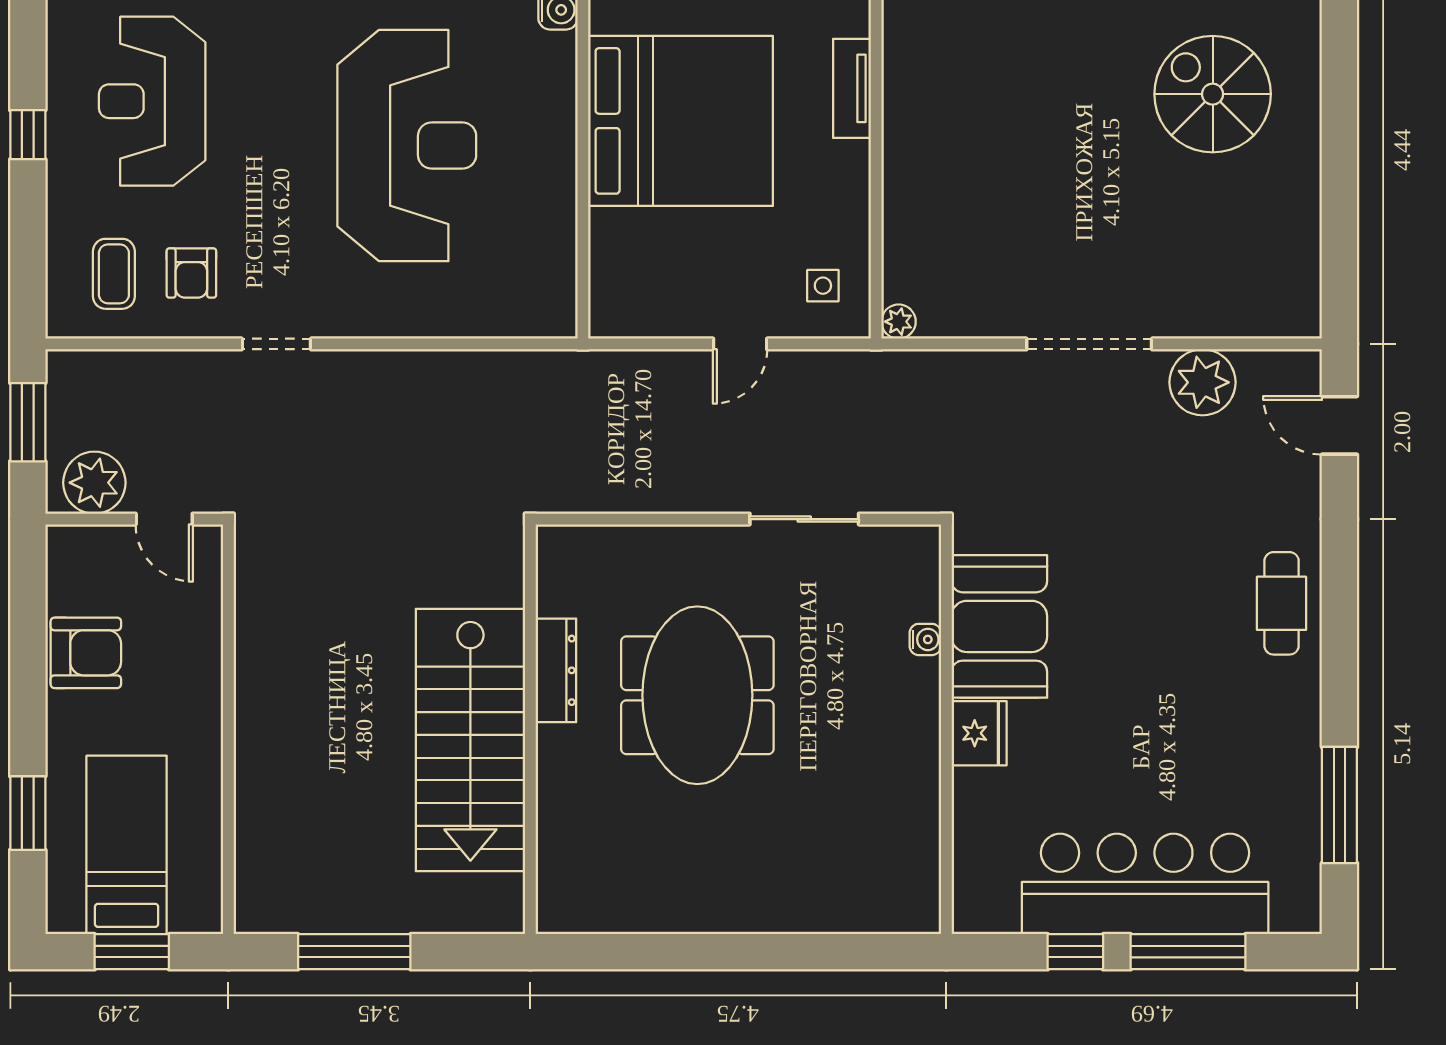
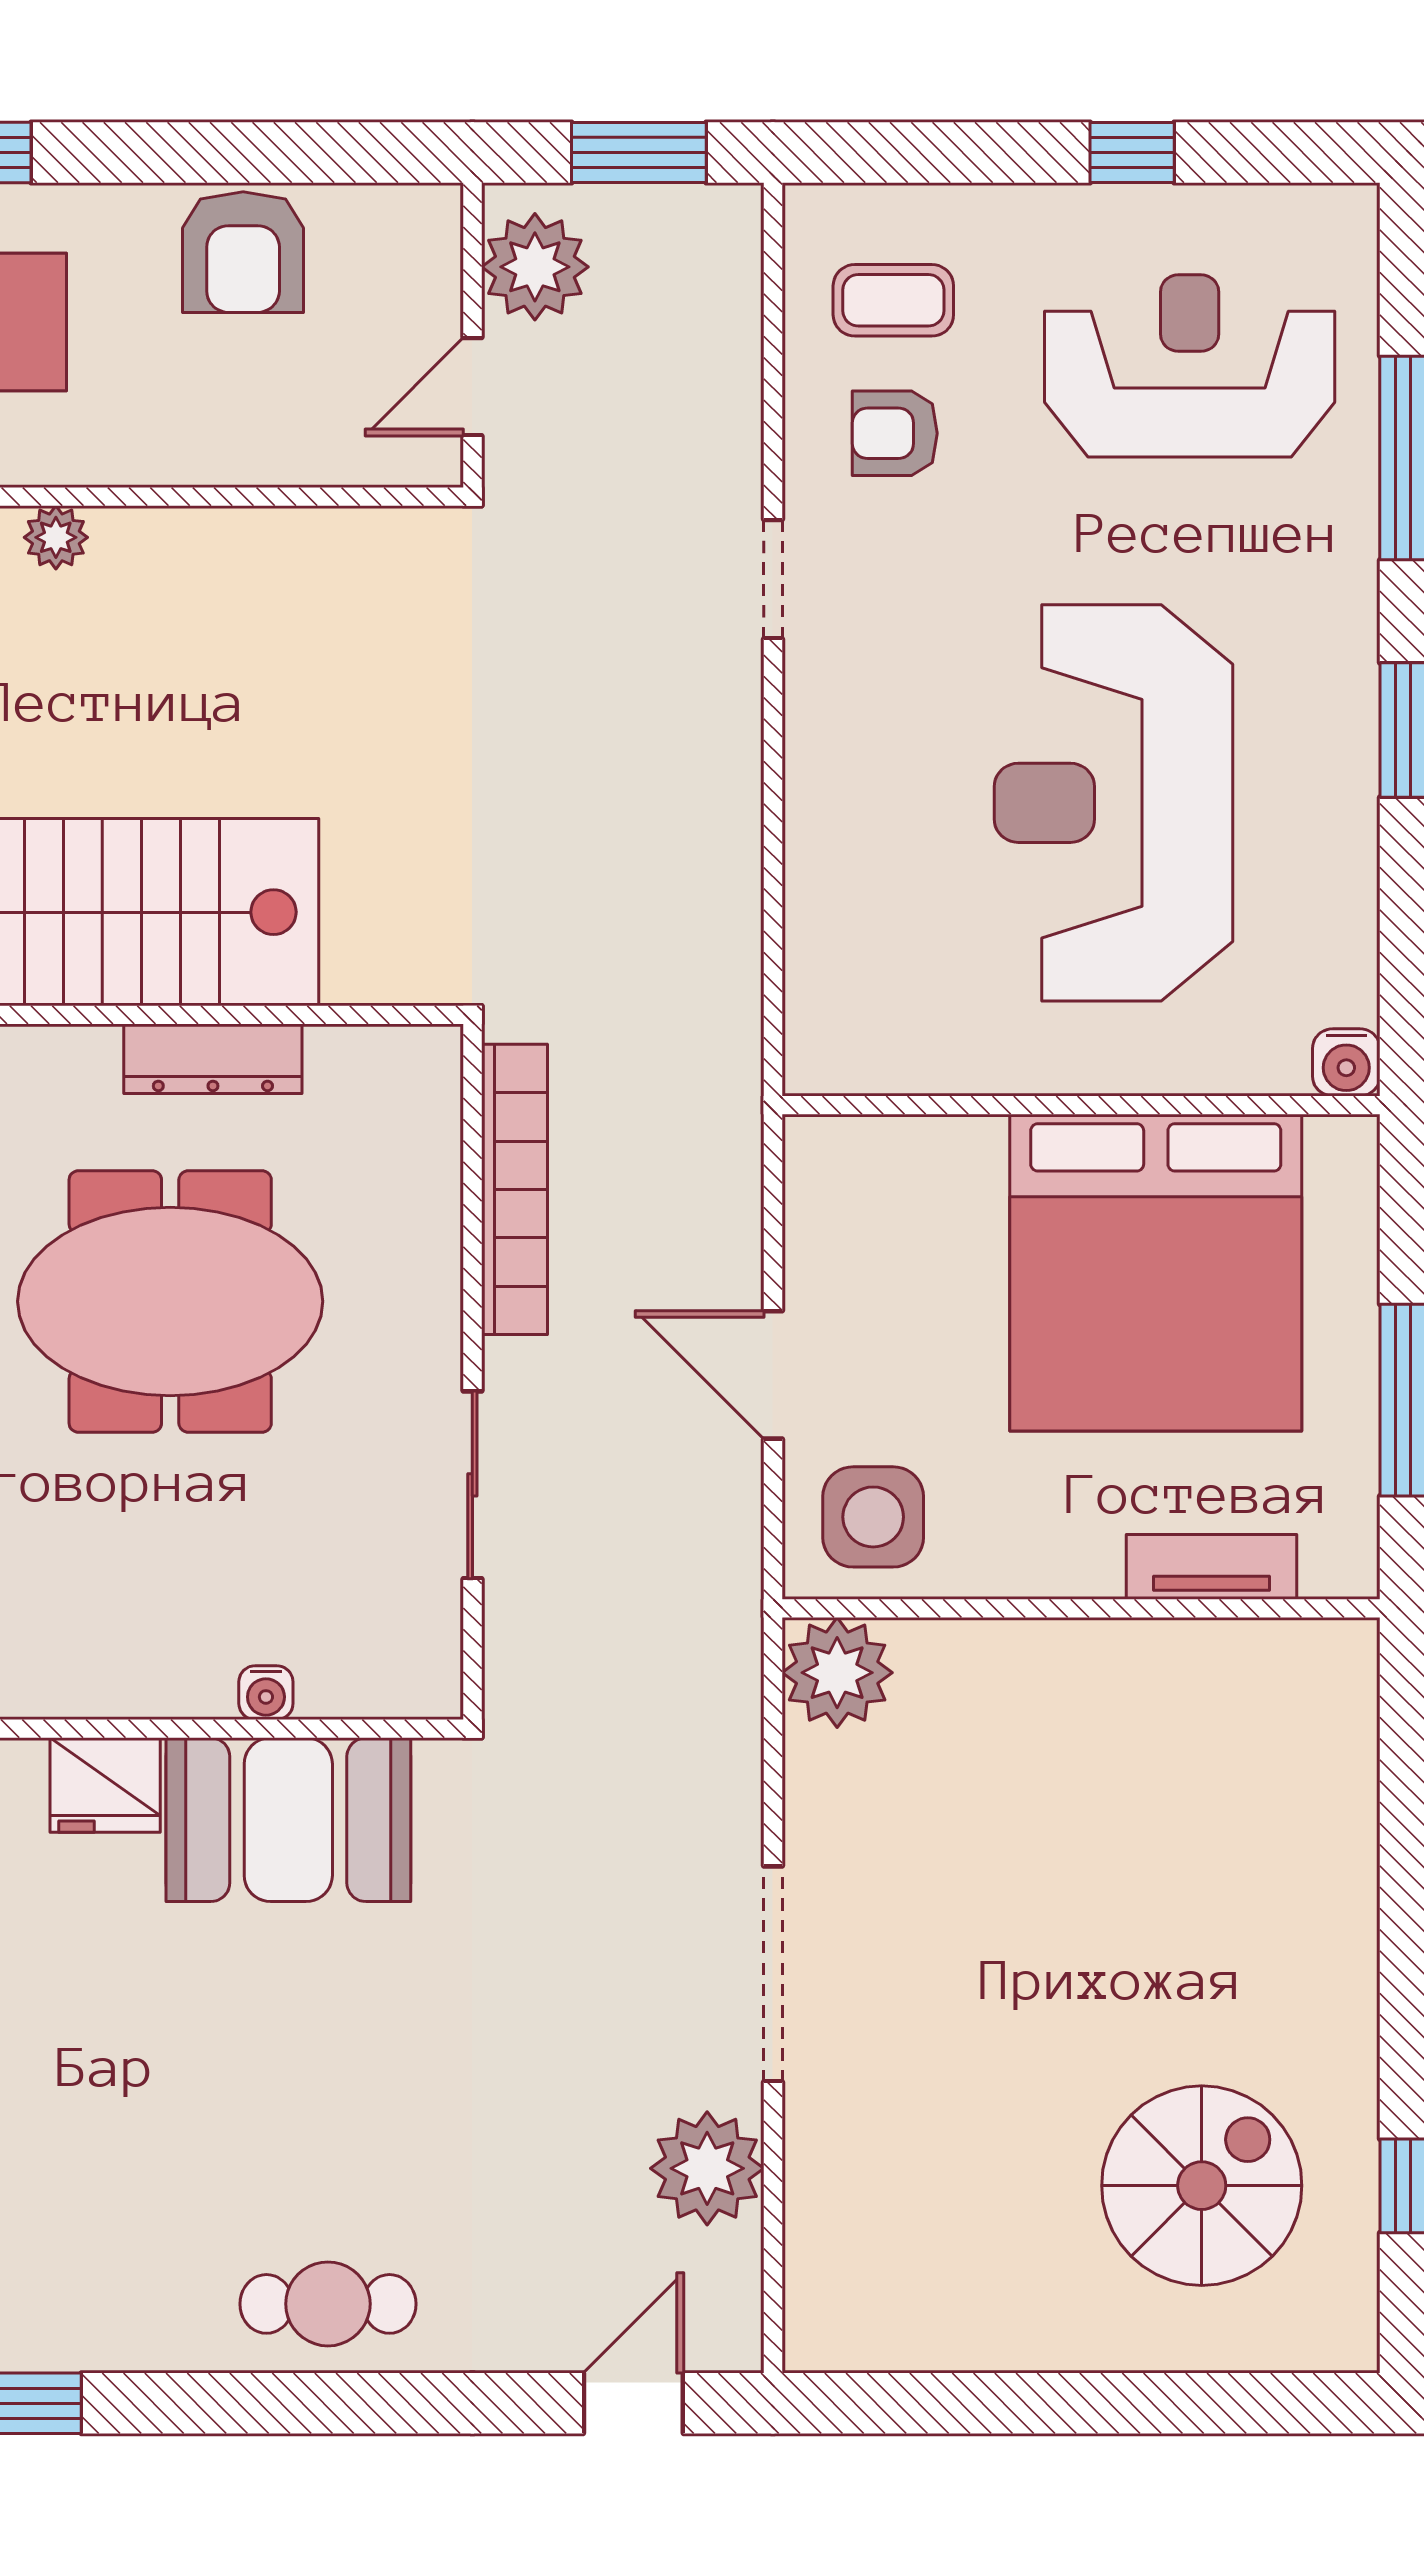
reception desk: (407, 146) -> (1113, 803), turned 90
side table: (823, 286) -> (873, 1517), width x1.87, depth x1.87
plant: (899, 322) -> (837, 1673), width x1.87, depth x1.87
door: (740, 344) -> (773, 1375), width x1.38
bookcase: (632, 495) -> (514, 1189), added
plant: (252, 762) -> (56, 537), added

